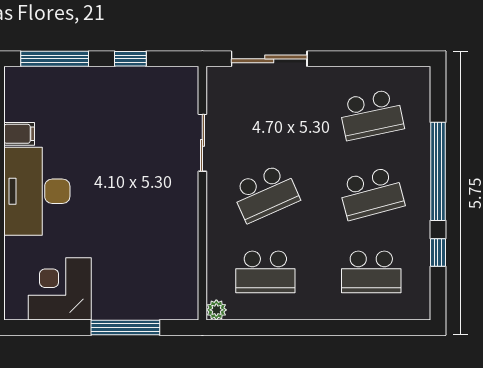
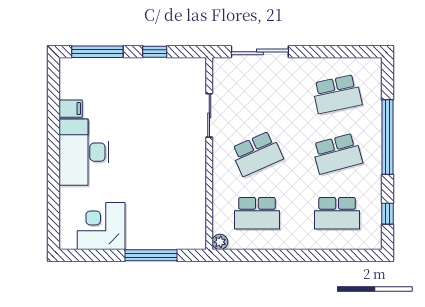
window: (438, 253) -> (388, 214), moved

